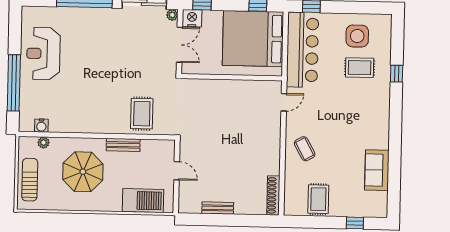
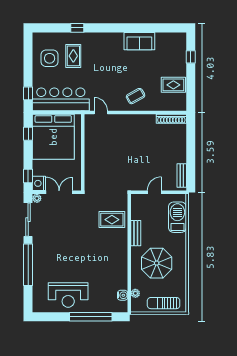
sofa: (377, 170) -> (139, 41), moved
bench: (218, 208) -> (182, 175), moved

